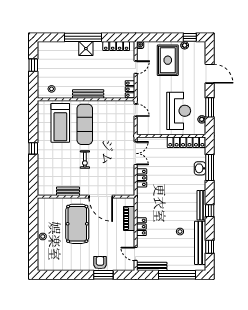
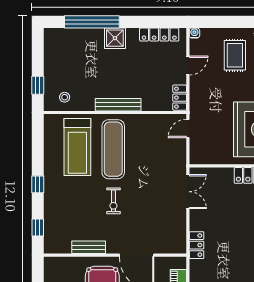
window: (83, 37) -> (92, 22), moved
rug: (168, 60) -> (235, 55), width x0.73, depth x0.70
window: (33, 65) -> (38, 85), moved
door: (136, 110) -> (188, 128), swing flipped
window: (33, 178) -> (38, 227), added
locker: (142, 178) -> (197, 245), moved

